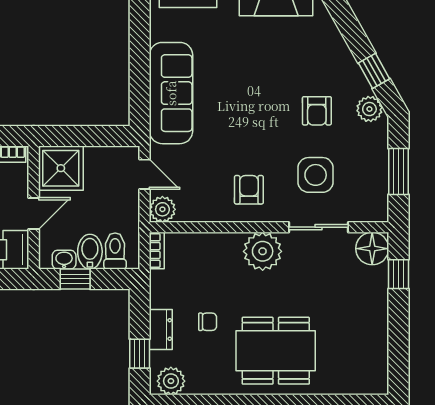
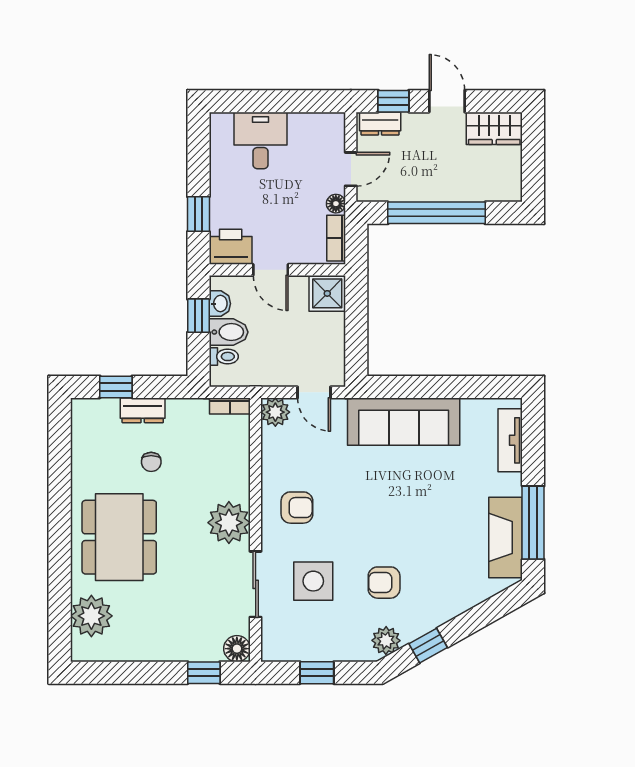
shower: (61, 168) -> (327, 293), width x0.73, depth x0.73
window: (398, 172) -> (317, 673), width x0.67
door: (145, 174) -> (314, 392), hinge flipped
floor lamp: (372, 249) -> (237, 649), width x0.73, depth x0.73
toilet: (115, 251) -> (224, 356), width x0.73, depth x0.72
plant: (171, 381) -> (91, 616), moved, width x1.36, depth x1.36

